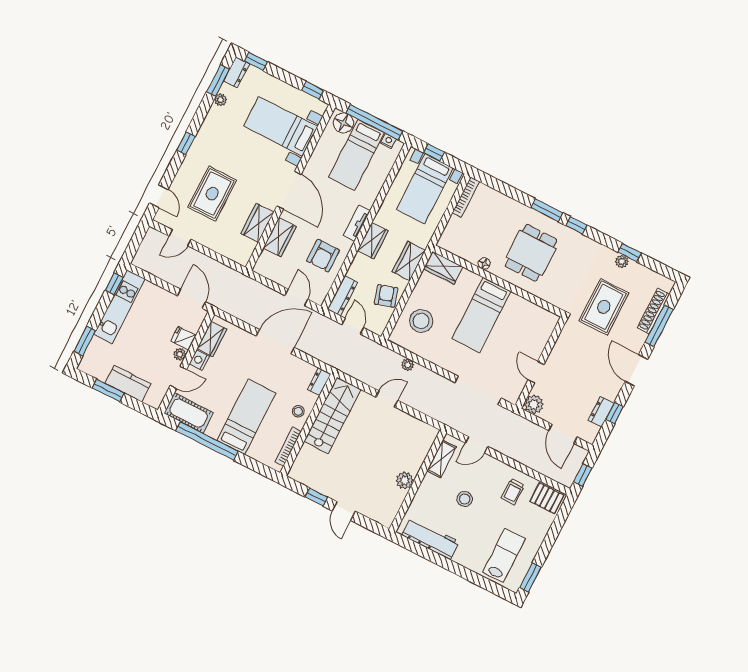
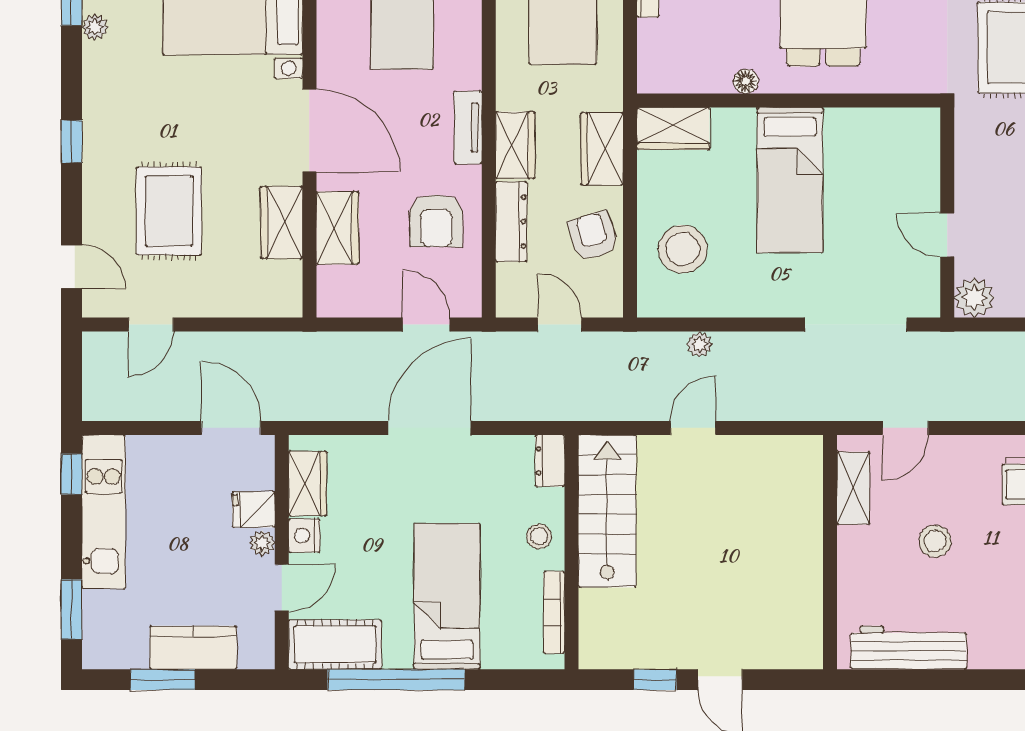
dresser: (343, 296) -> (511, 222), moved
plant: (405, 480) -> (805, 564), removed

